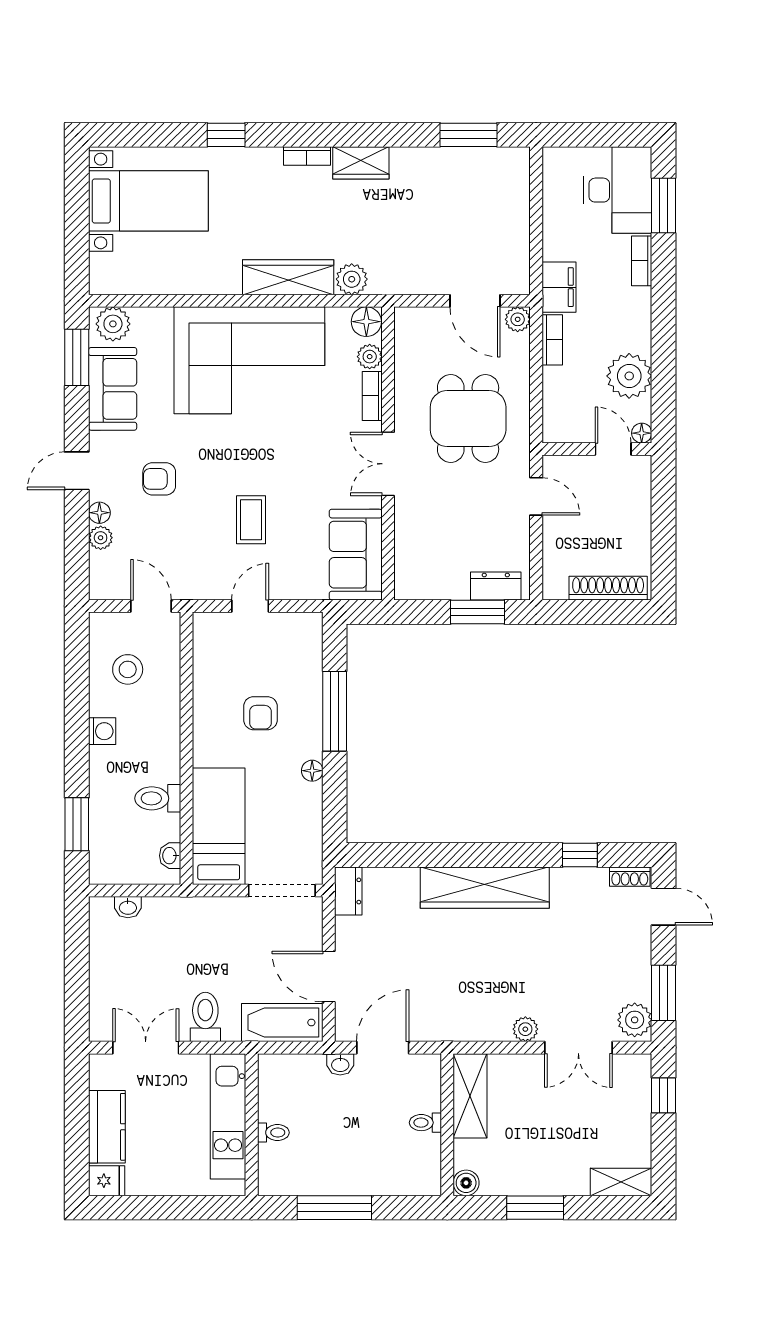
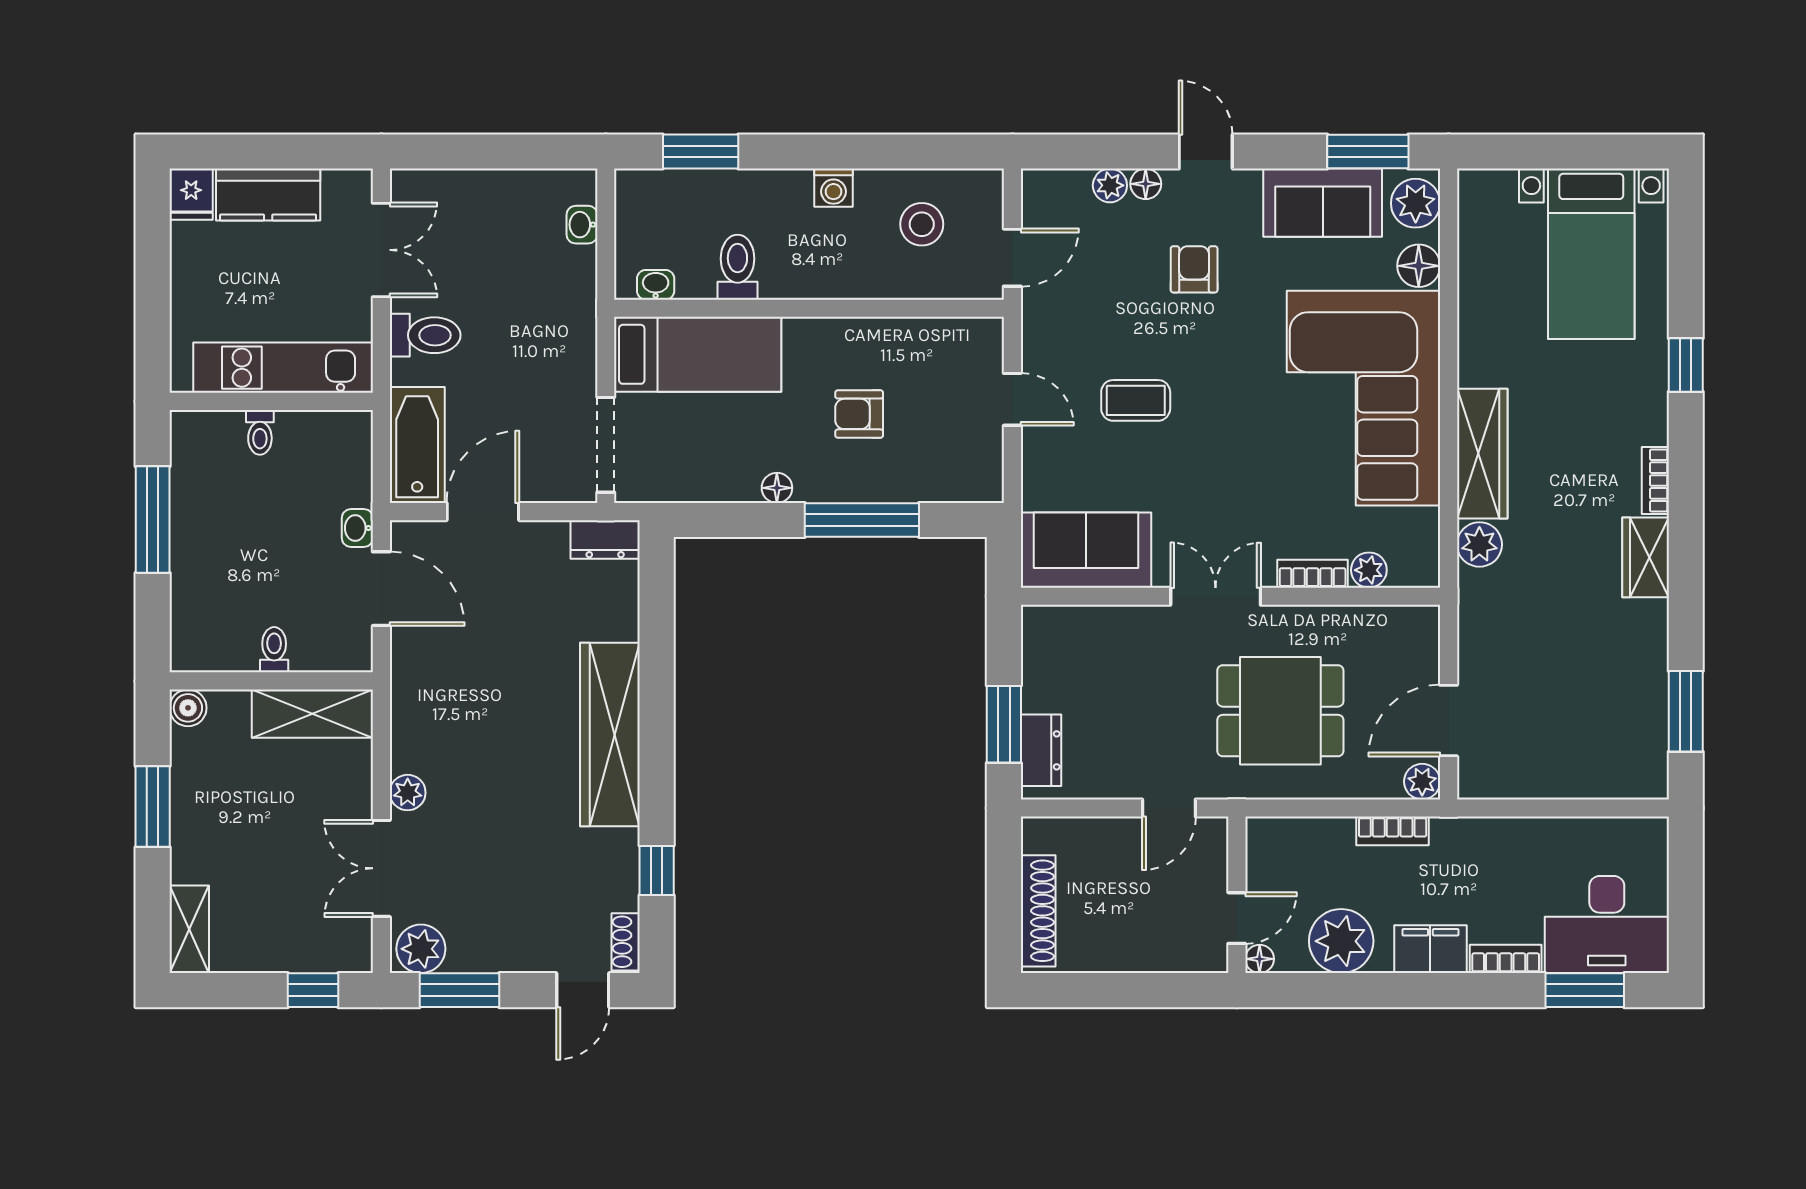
filing cabinet: (559, 287) -> (1430, 949), moved, turned 180
floor lamp: (366, 322) -> (1419, 266), moved

